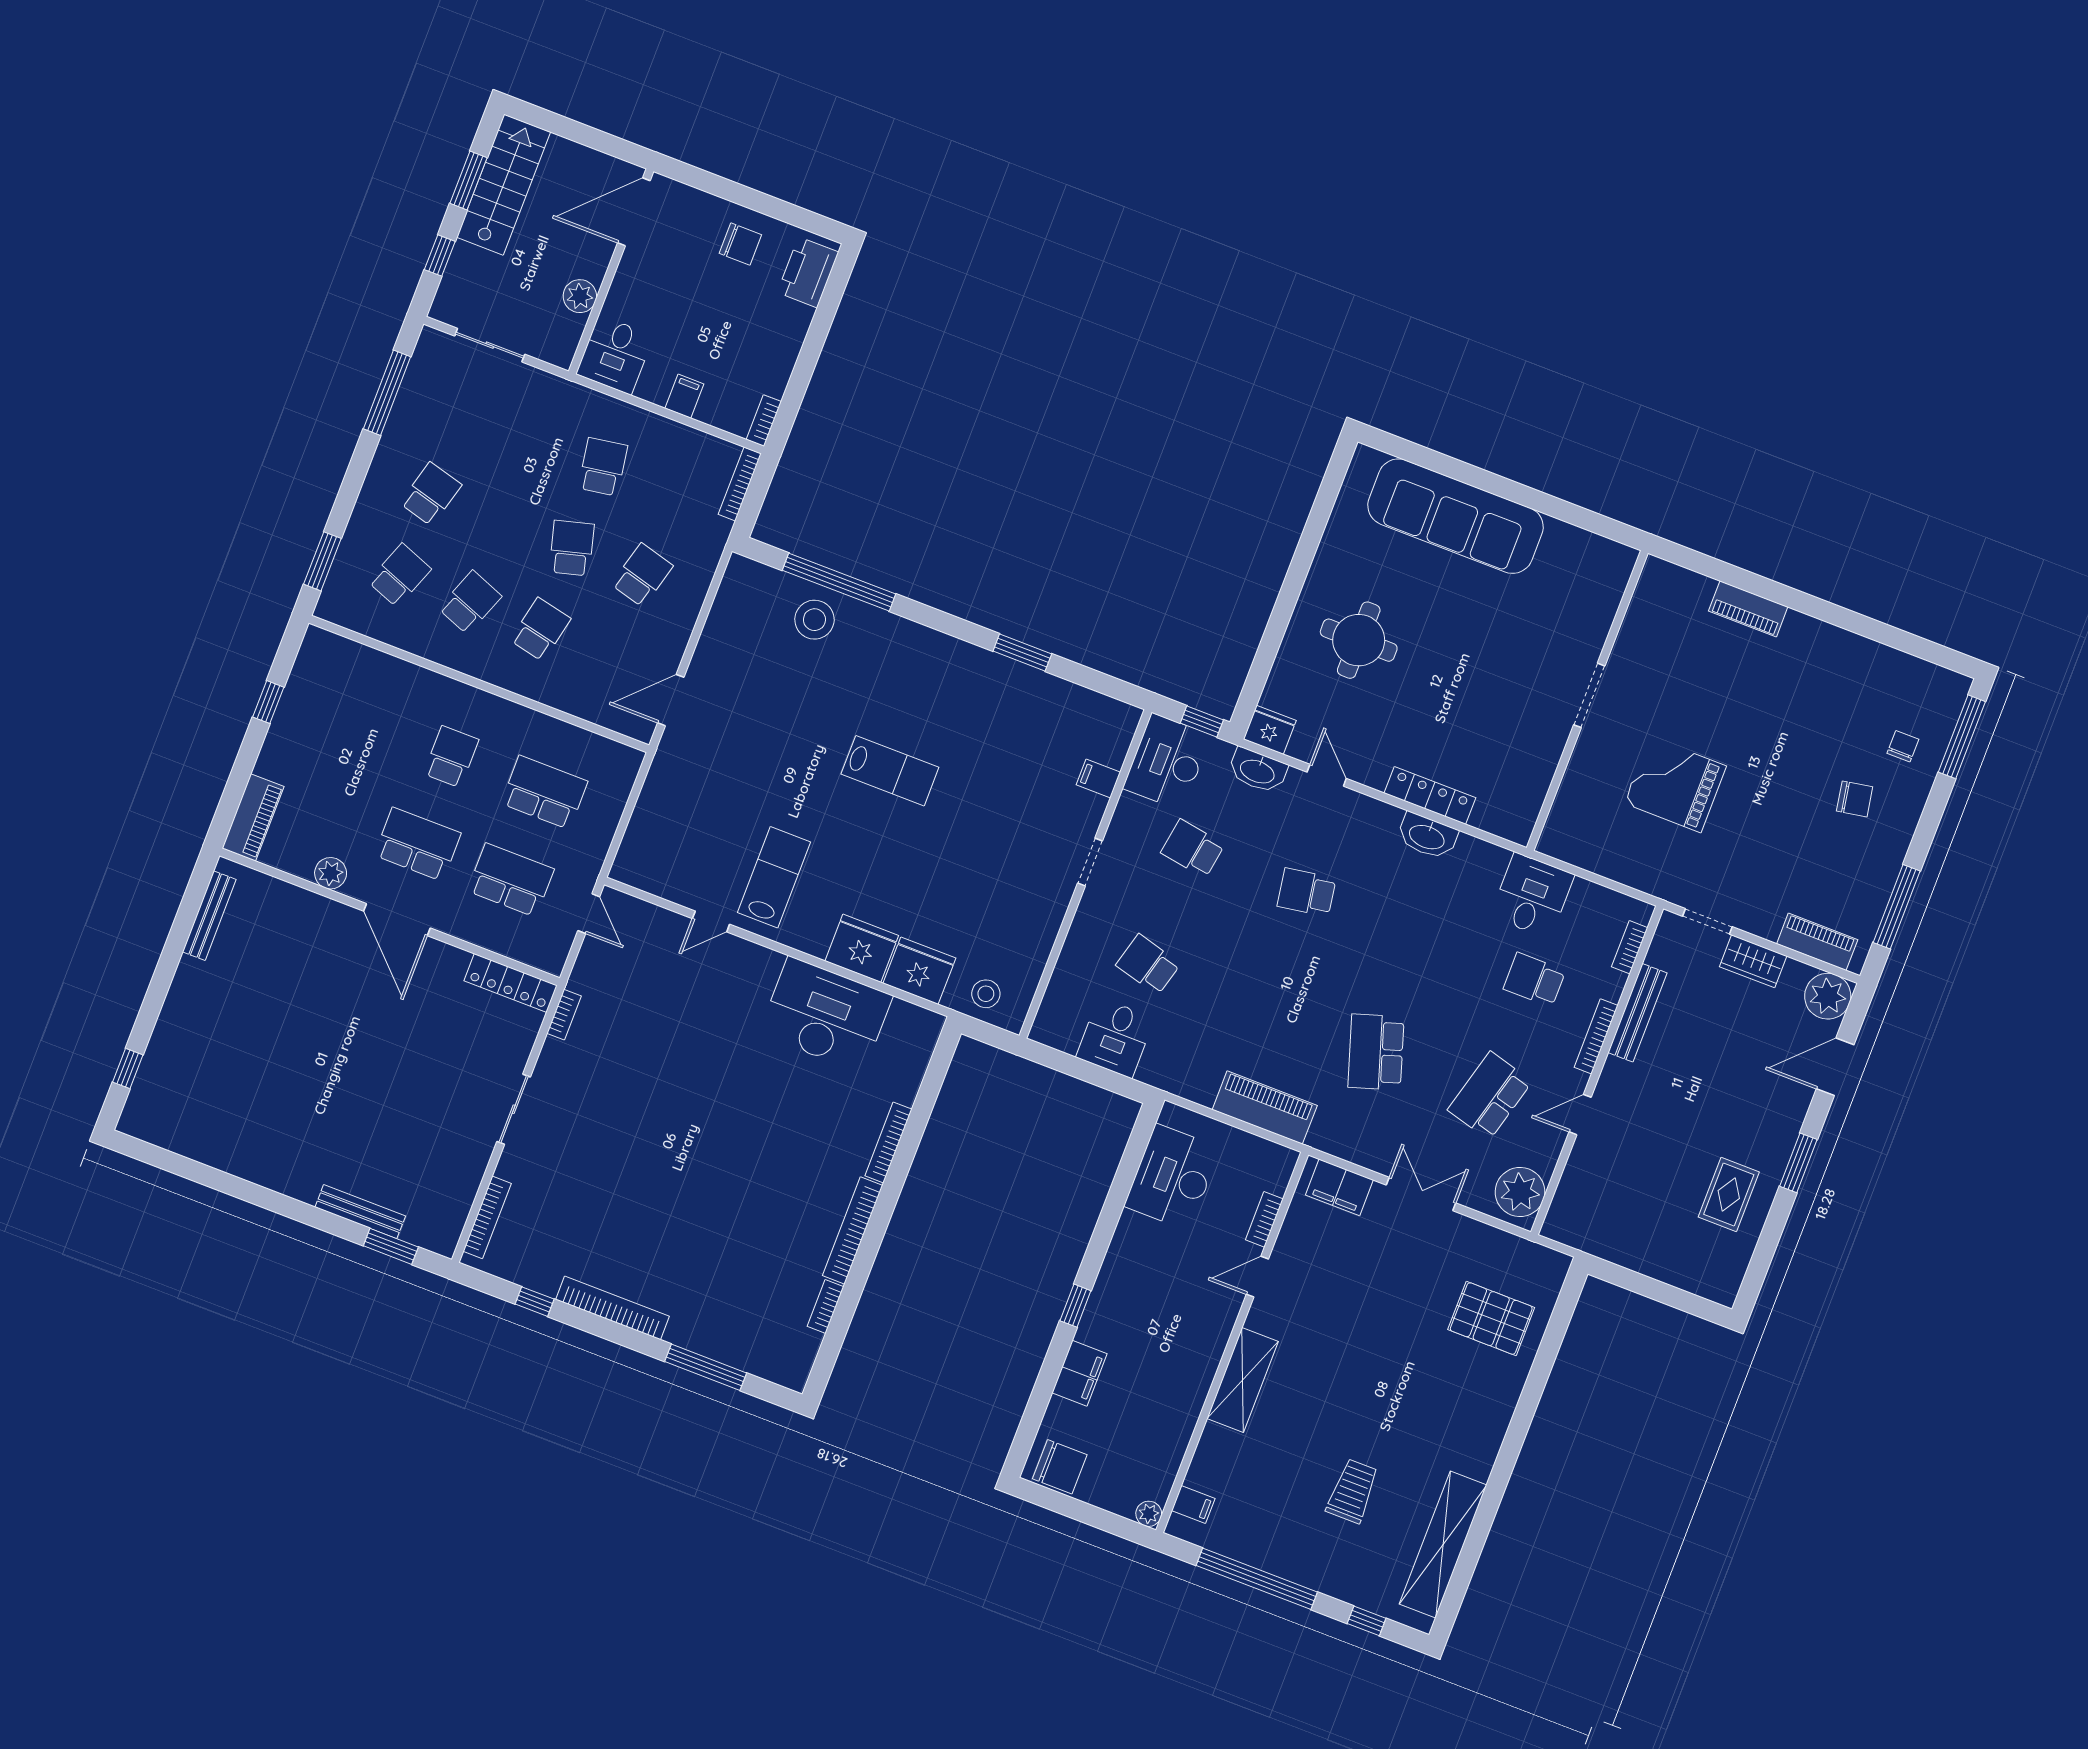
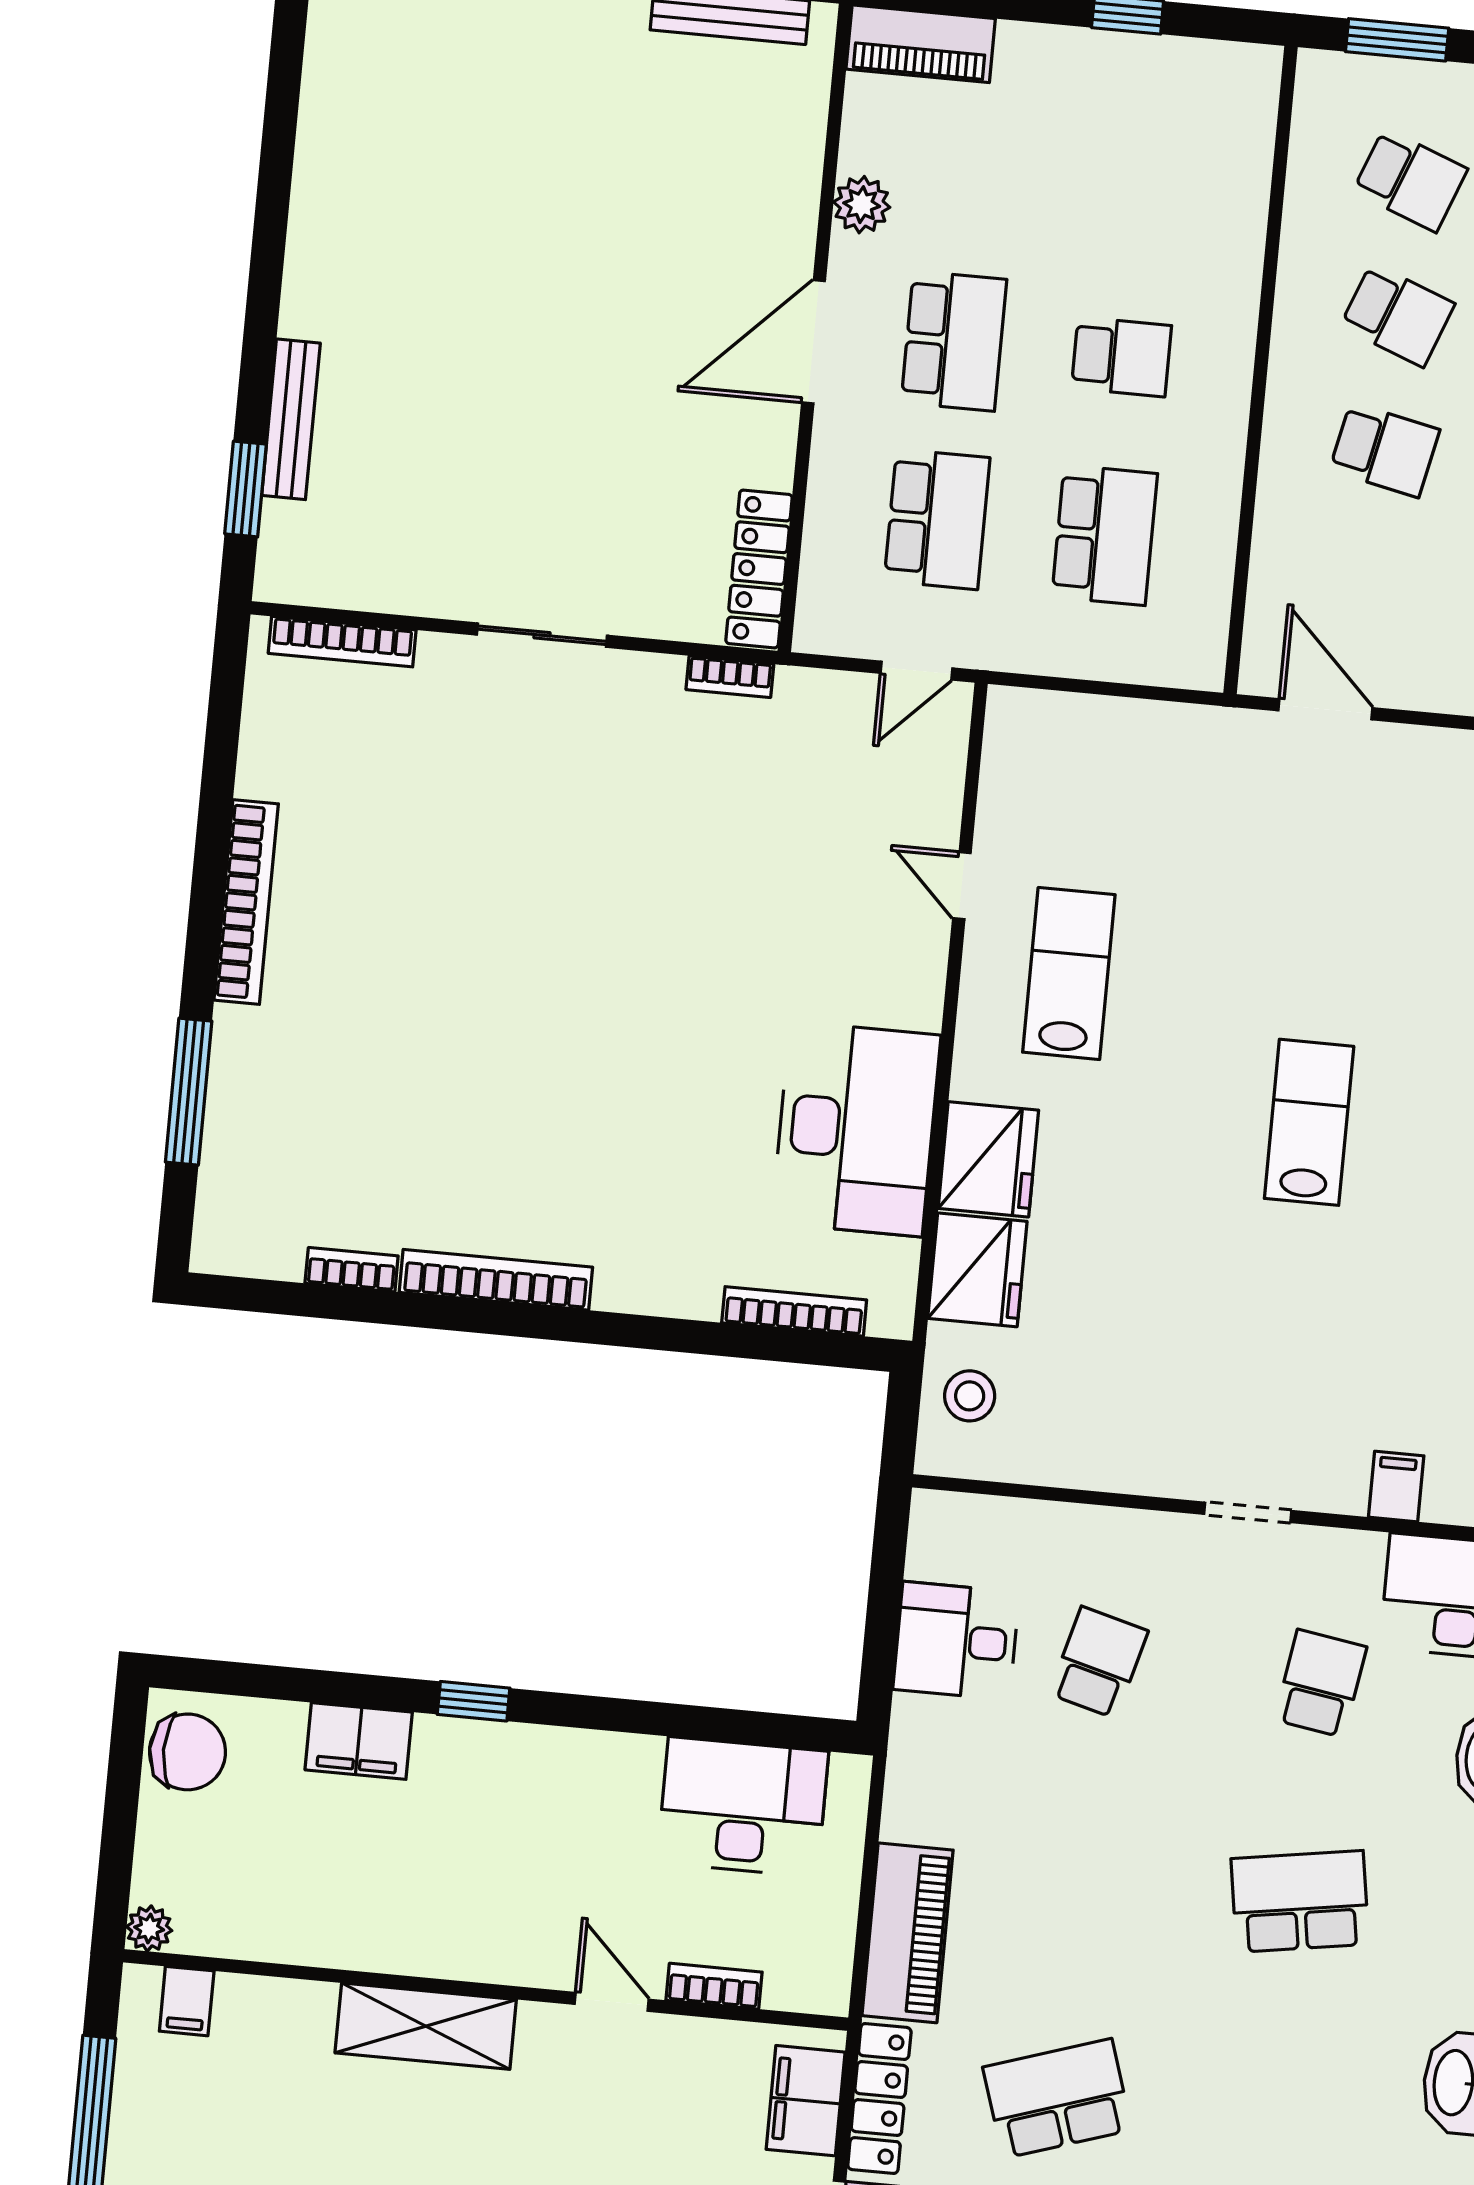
lab bench: (890, 771) -> (1309, 1122), turned 180
lab bench: (774, 877) -> (1069, 973), turned -90
school desk: (1307, 892) -> (1300, 1901), width x1.85
bookcase: (888, 1142) -> (794, 1311), moved
locker: (1349, 1147) -> (879, 2099), added
window: (535, 1302) -> (220, 764), removed
chair: (1060, 1467) -> (188, 1752), turned -90

